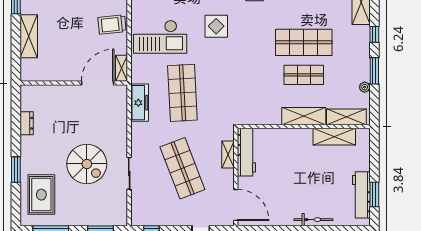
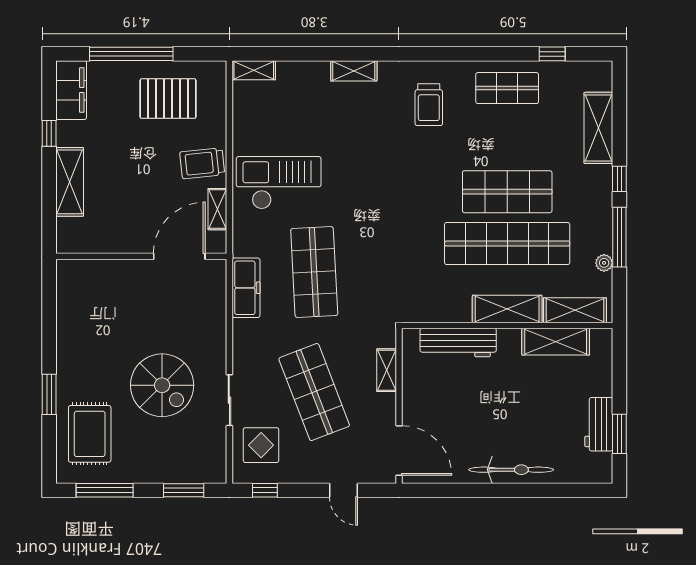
display table: (216, 26) -> (261, 445), moved
checkout: (160, 37) -> (279, 183), turned 180
shelving: (122, 68) -> (217, 209), moved
window: (374, 71) -> (619, 237), width x1.44
shop shelf: (304, 75) -> (507, 244), width x2.00, depth x1.36
dresser: (27, 123) -> (66, 320), removed
workbench: (246, 152) -> (458, 343), moved, turned 90
workbench: (361, 195) -> (599, 424), width x0.73
bicycle: (313, 220) -> (511, 470), width x1.37, depth x1.40

